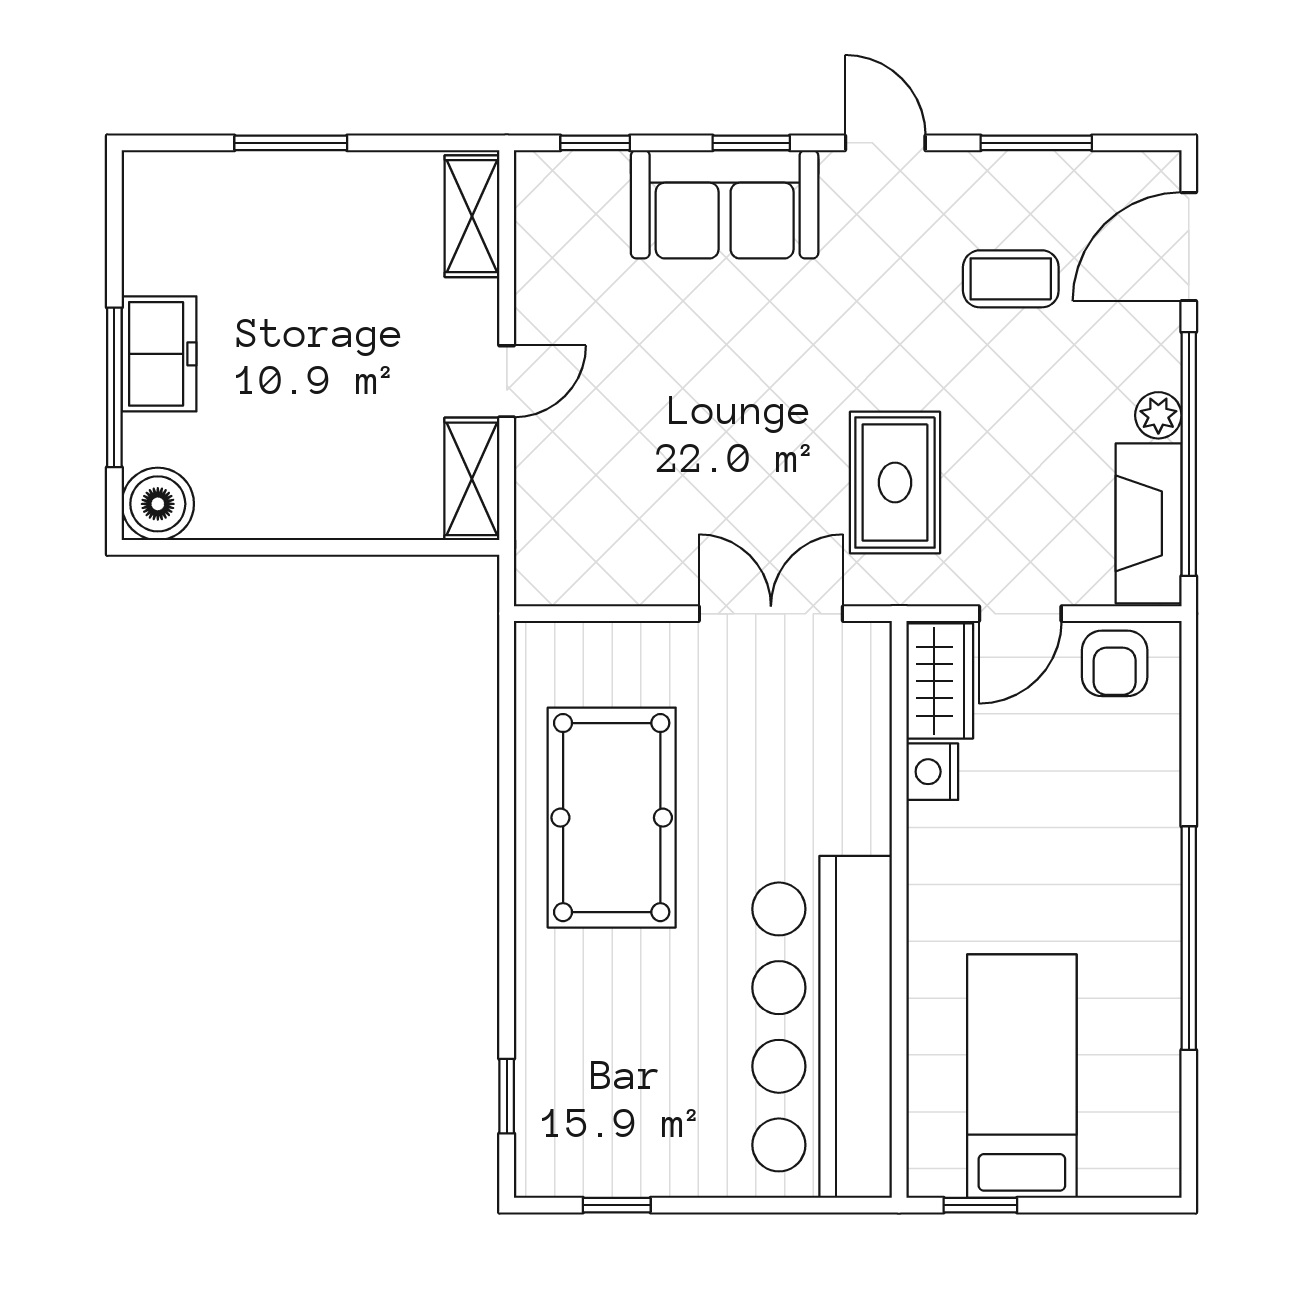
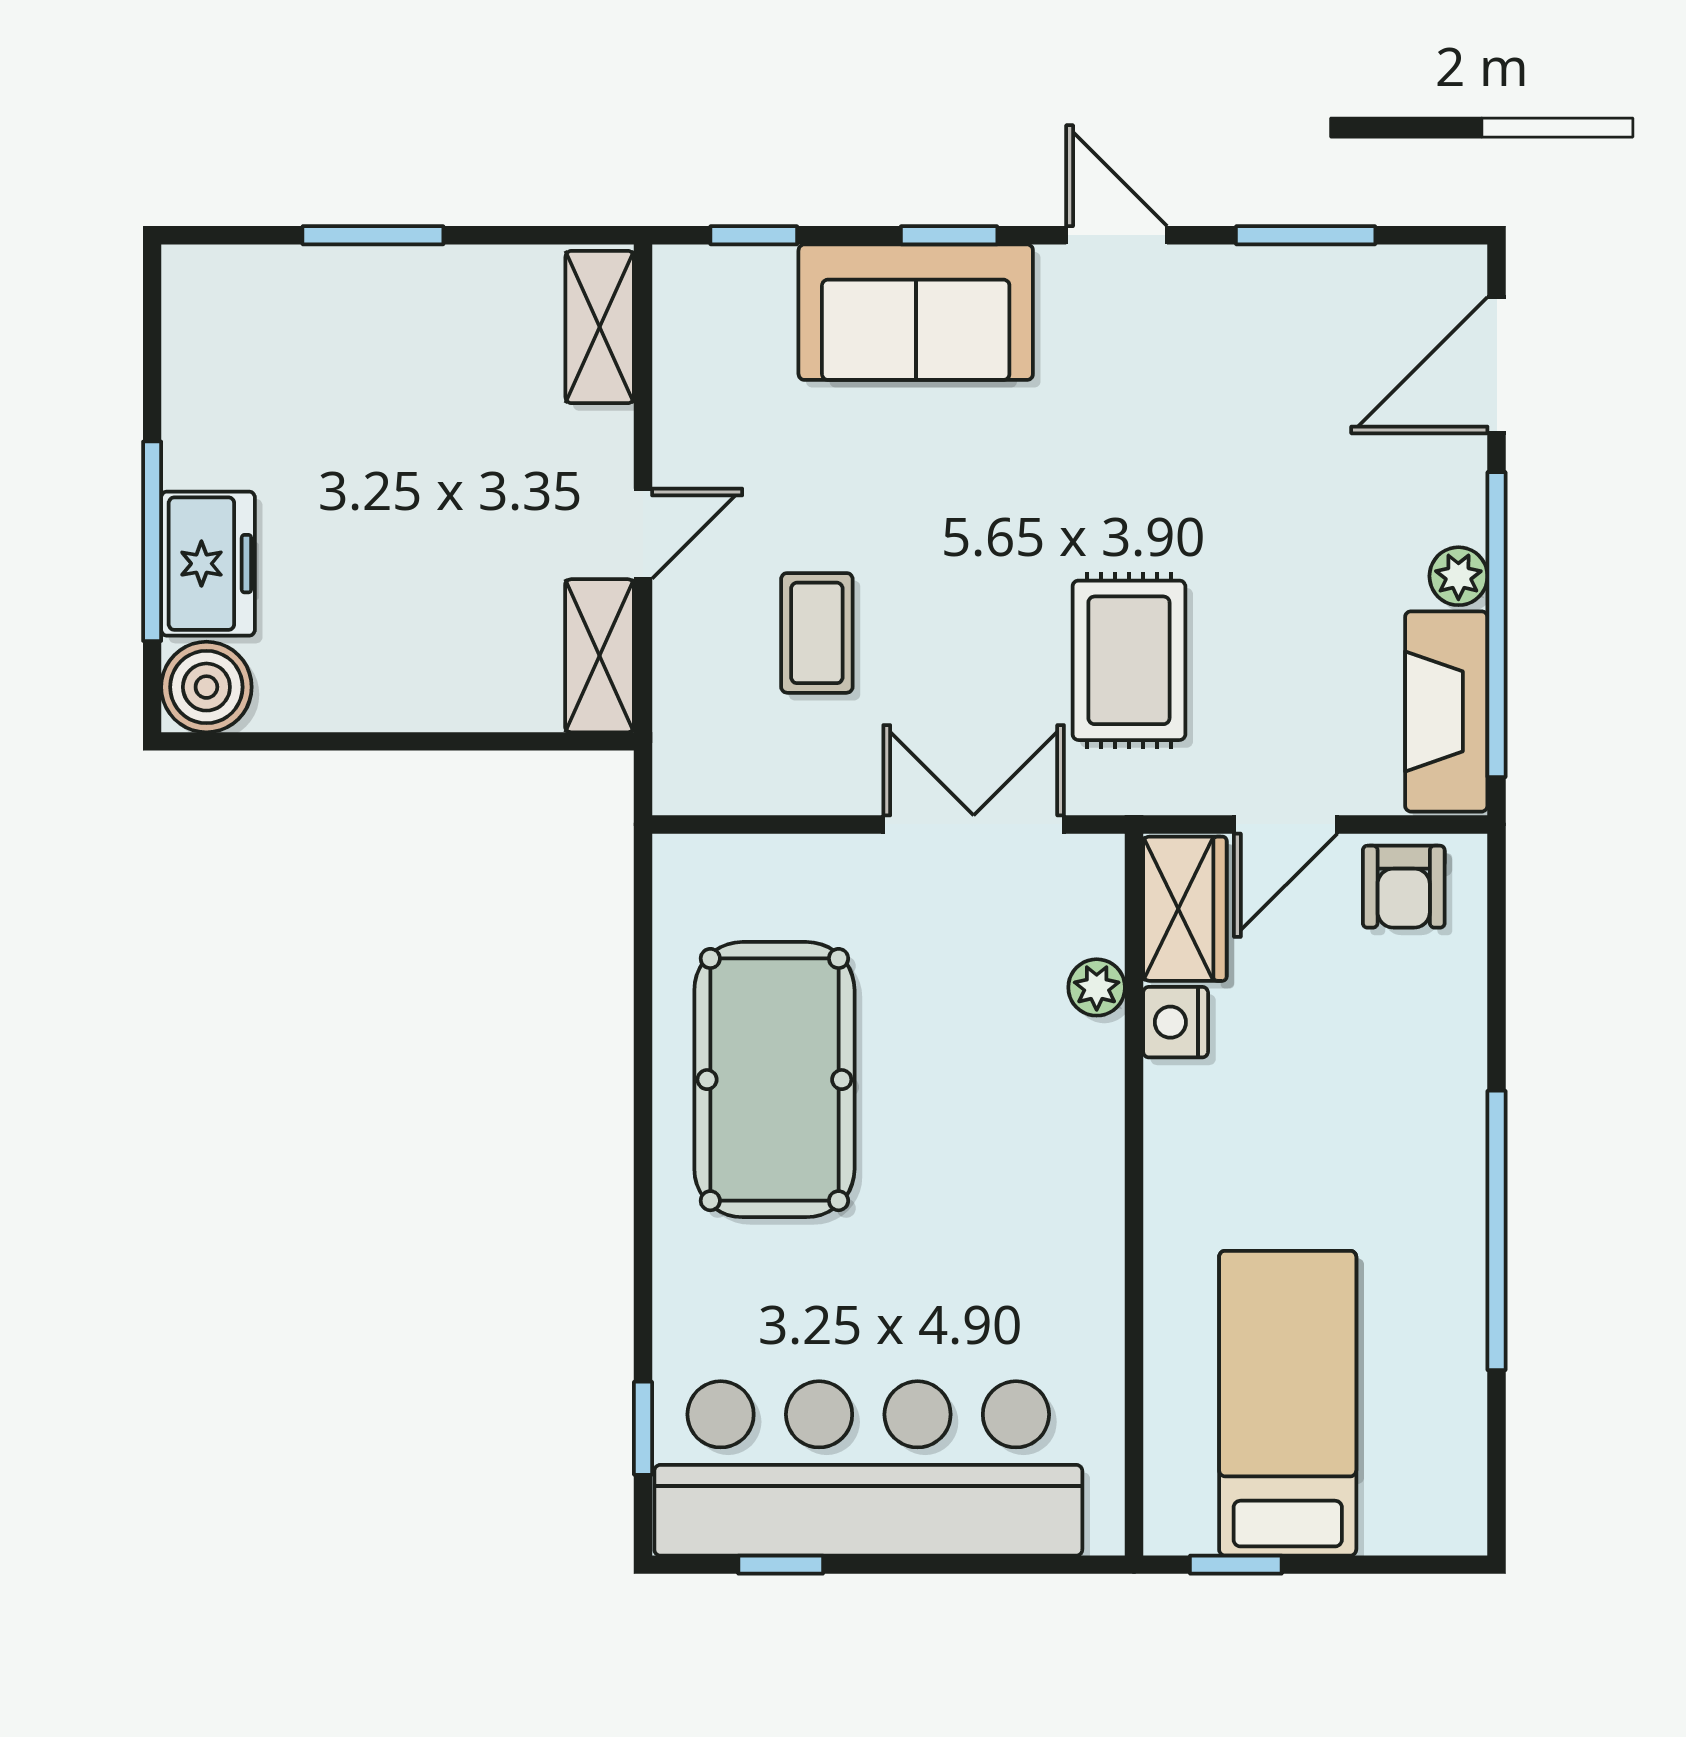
coffee table: (1011, 279) -> (817, 633), moved, turned 90
freezer: (159, 354) -> (208, 564), moved
plant: (869, 744) -> (1097, 987), added
bar counter: (822, 1027) -> (868, 1468), moved, turned 90

